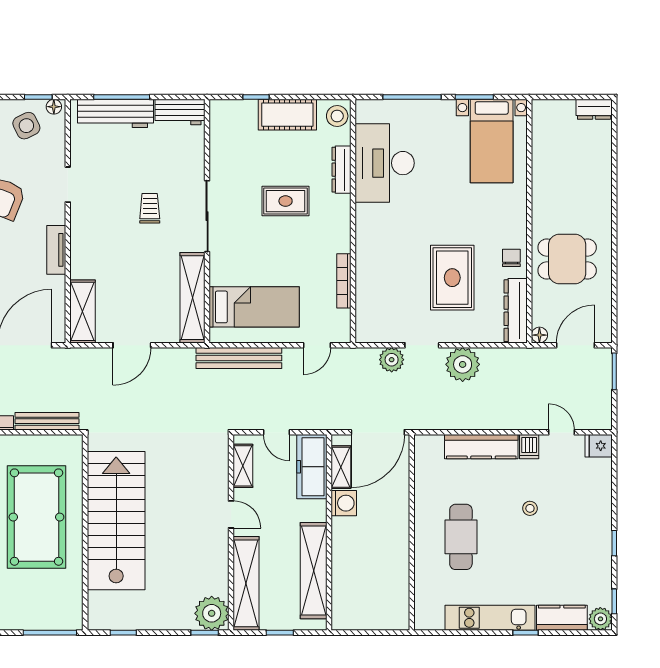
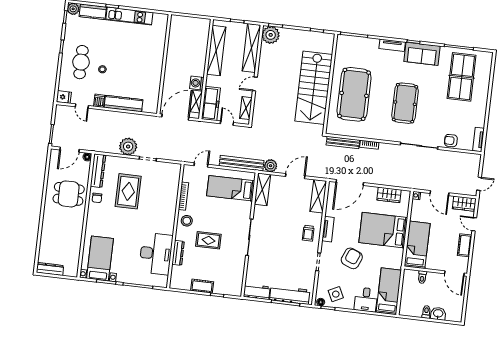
dresser: (594, 109) -> (50, 269), width x1.44
cot: (287, 115) -> (202, 286), width x0.73, depth x0.75
stool: (337, 116) -> (187, 221), moved
trolley: (150, 208) -> (308, 233), moved
shelving: (193, 298) -> (262, 189), width x0.68
plant: (392, 360) -> (271, 166), moved
door: (231, 514) -> (255, 84), hinge flipped
cafe table: (461, 537) -> (81, 62), moved

